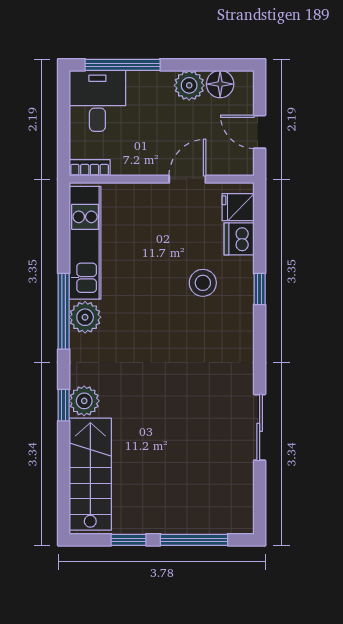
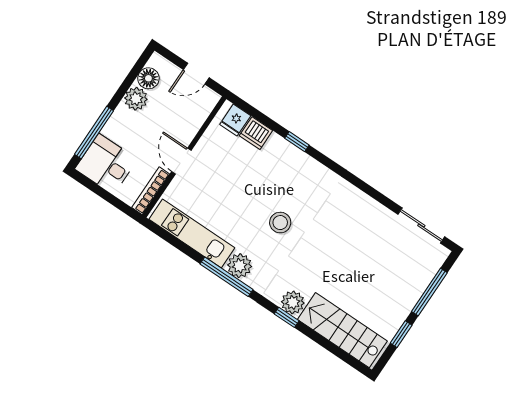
bookcase: (90, 168) -> (151, 191), width x1.56
door: (187, 179) -> (181, 161), moved
stool: (203, 283) -> (280, 223), moved
sliding door: (260, 427) -> (421, 225), moved

